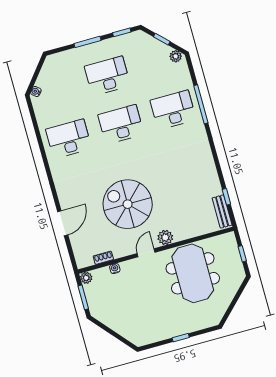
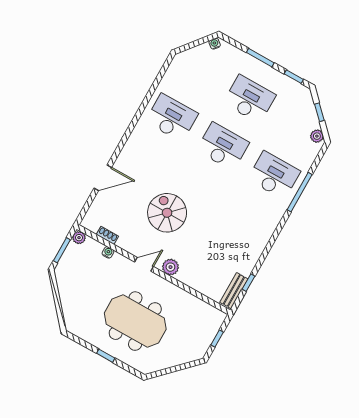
water cooler: (36, 91) -> (215, 44), moved
spiral stairs: (128, 204) -> (167, 213), width x0.73, depth x0.73
meeting table: (193, 273) -> (135, 321), moved, turned 90

